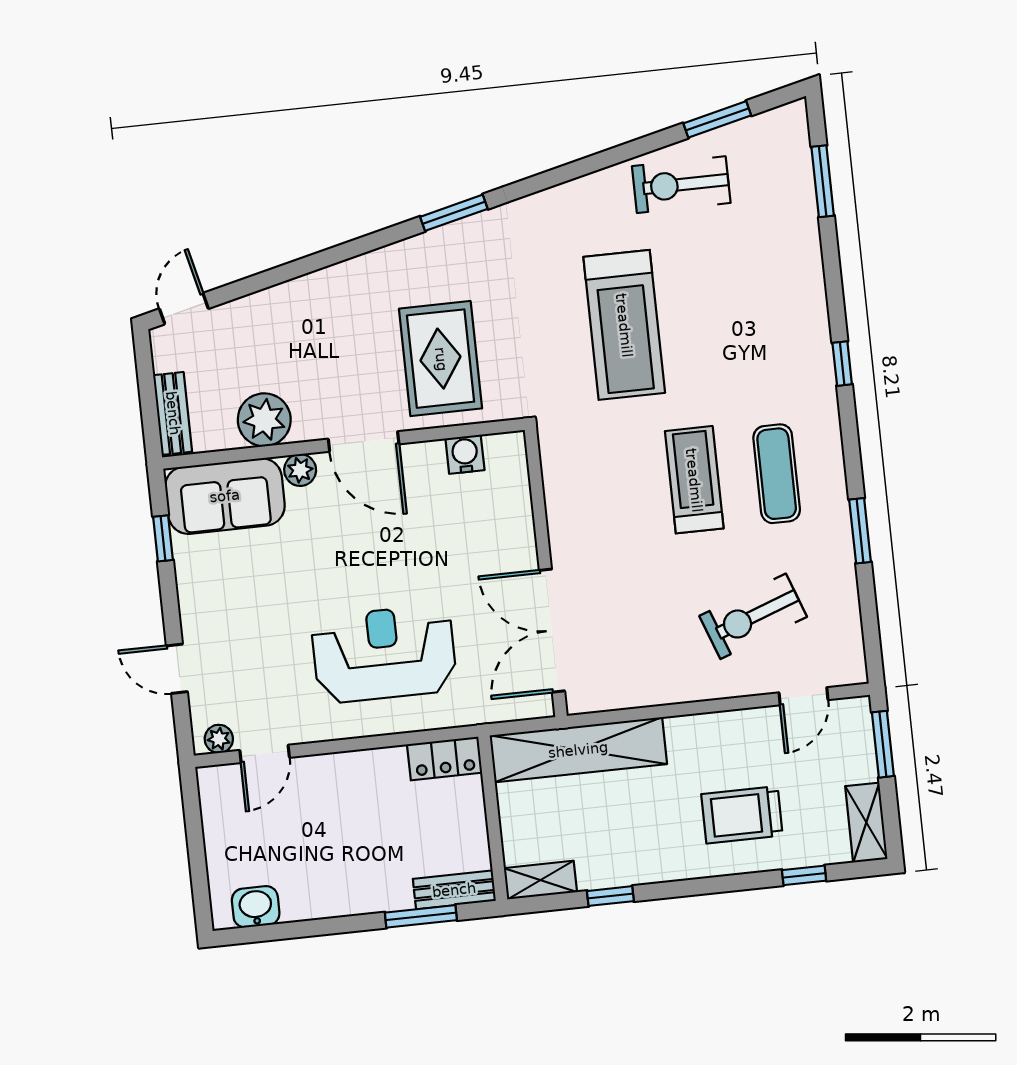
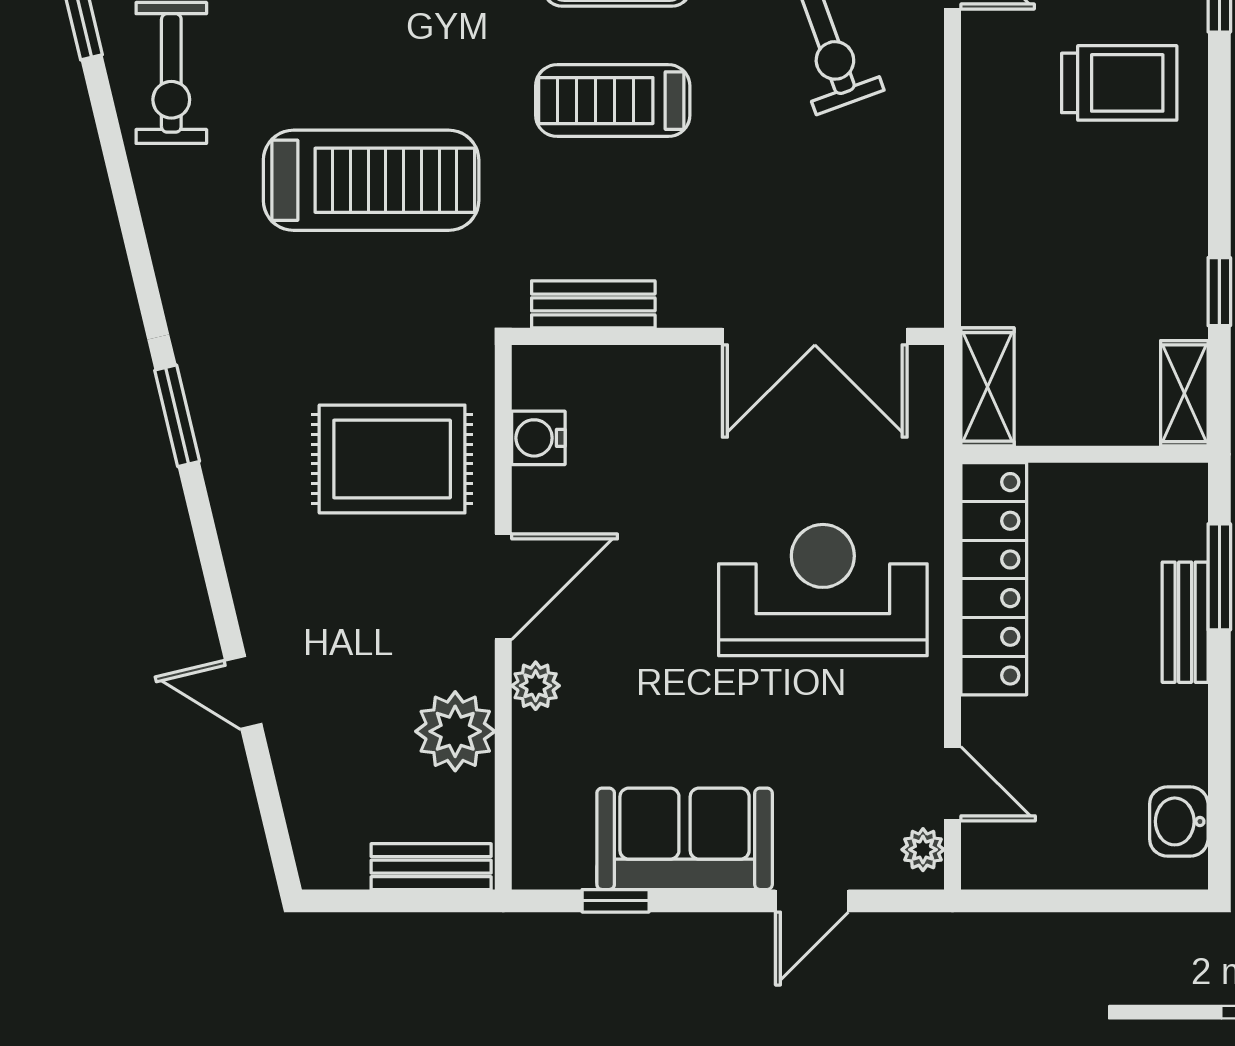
door: (184, 309) -> (243, 692), moved
bench: (557, 481) -> (593, 304), added
sofa: (225, 496) -> (685, 839), moved, turned -90
reception desk: (384, 654) -> (823, 590), turned 90
shelving: (578, 750) -> (988, 387), width x0.45, depth x0.75
locker: (445, 759) -> (994, 579), width x2.16, depth x1.21
trolley: (742, 815) -> (1119, 83), turned -90
bench: (454, 890) -> (1185, 622), moved

